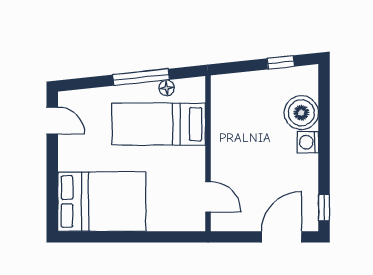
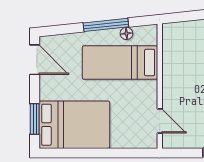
door: (52, 121) -> (35, 60), width x1.38
window: (52, 195) -> (35, 119), added

